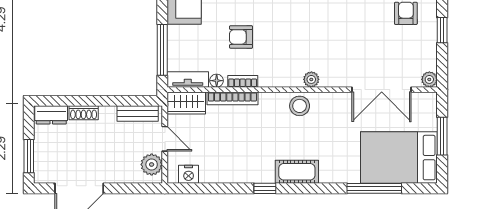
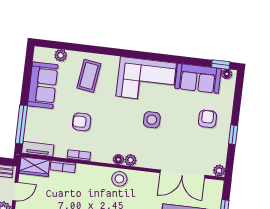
side table: (333, 23) -> (152, 120), added
floor lamp: (217, 81) -> (118, 159), moved
bookcase: (232, 98) -> (63, 166), width x0.64
door: (165, 139) -> (15, 191), hinge flipped

